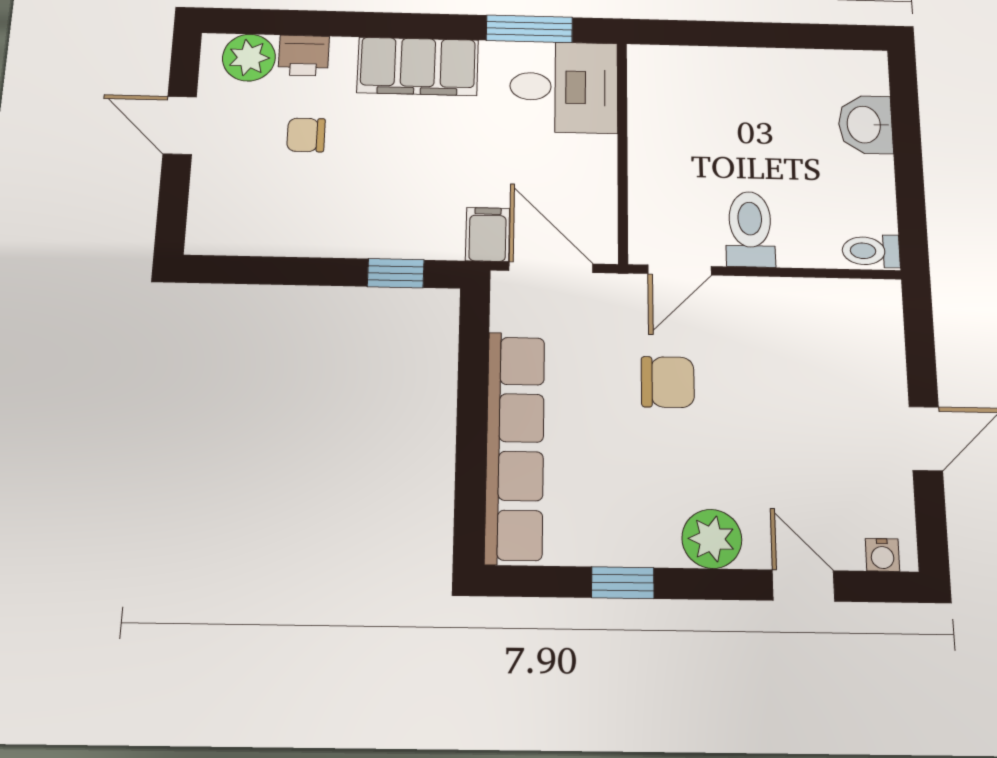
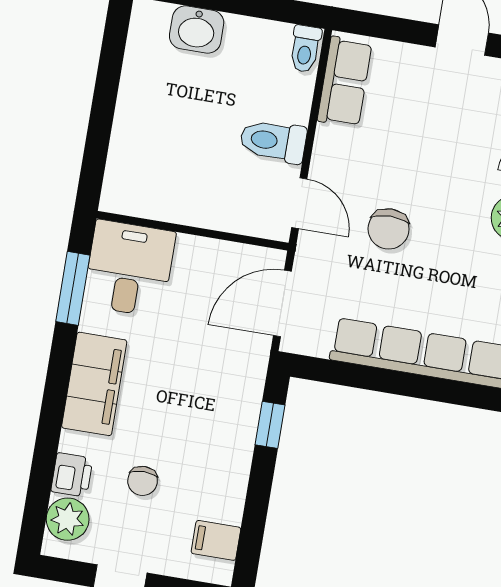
filing cabinet: (488, 234) -> (216, 540), moved
row of seats: (841, 303) -> (345, 82), added
chair: (668, 382) -> (389, 229), turned 180

